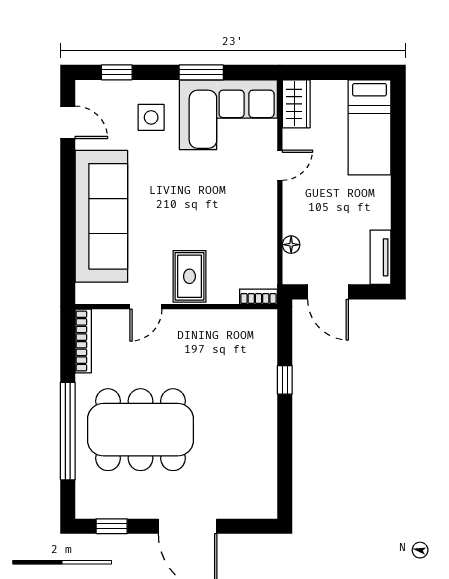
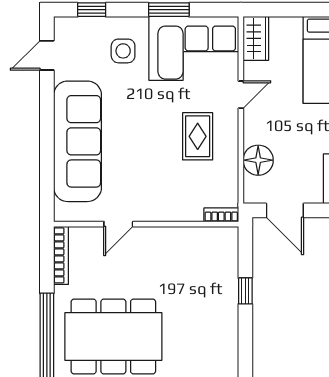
door: (68, 122) -> (47, 55), swing flipped
floor lamp: (291, 245) -> (258, 160), width x1.89, depth x1.89
rug: (189, 276) -> (198, 136), moved

